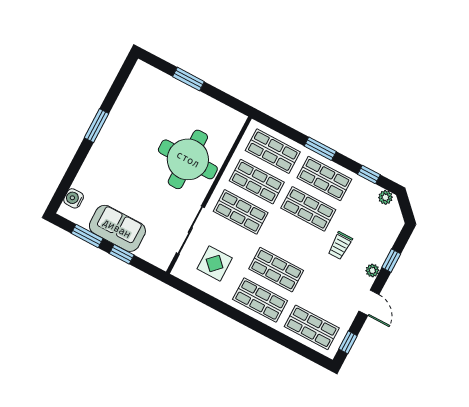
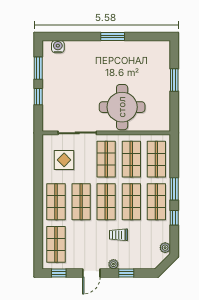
window: (369, 174) -> (174, 218), moved
sofa: (117, 228) -> (53, 85), removed
shop shelf: (292, 239) -> (106, 202), added

